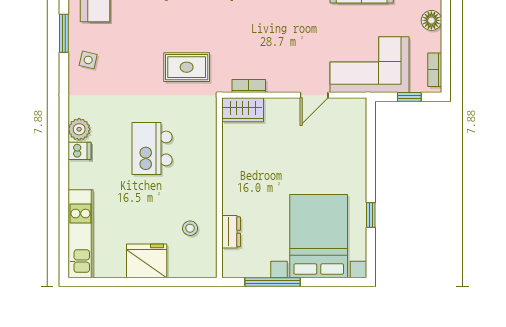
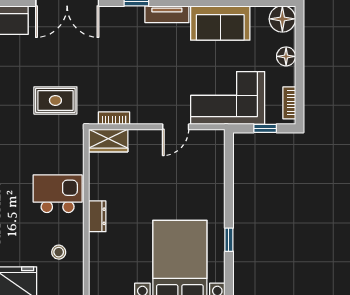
kitchen island: (152, 148) -> (58, 194), moved, turned 90
dresser: (231, 232) -> (97, 216), moved

